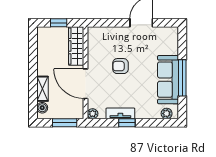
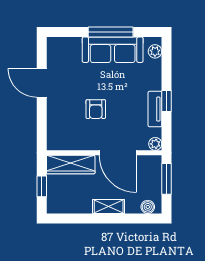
door: (85, 84) -> (118, 153), hinge flipped
shelving: (42, 89) -> (109, 207), moved

